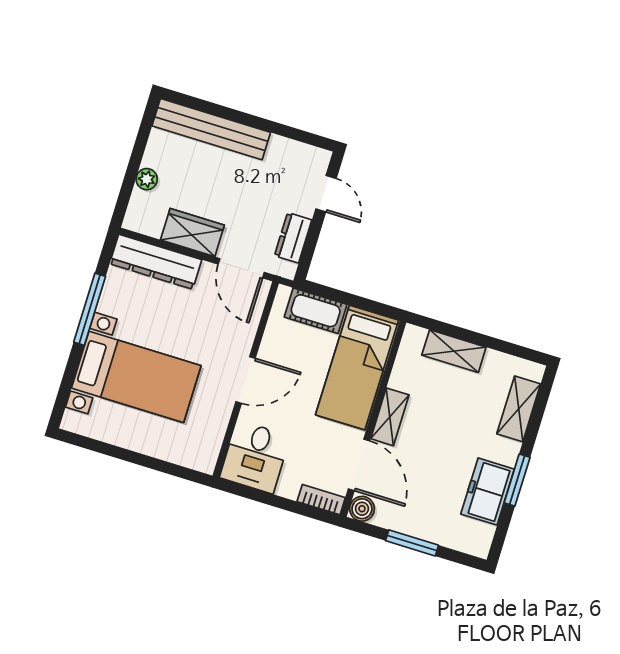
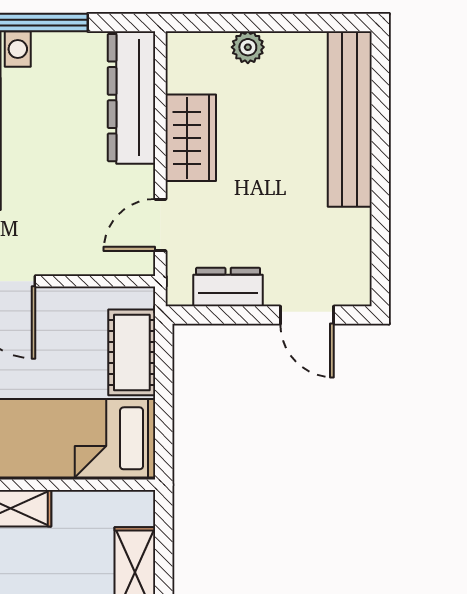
door: (326, 194) -> (307, 315), hinge flipped
door: (241, 268) -> (160, 225), width x0.73

